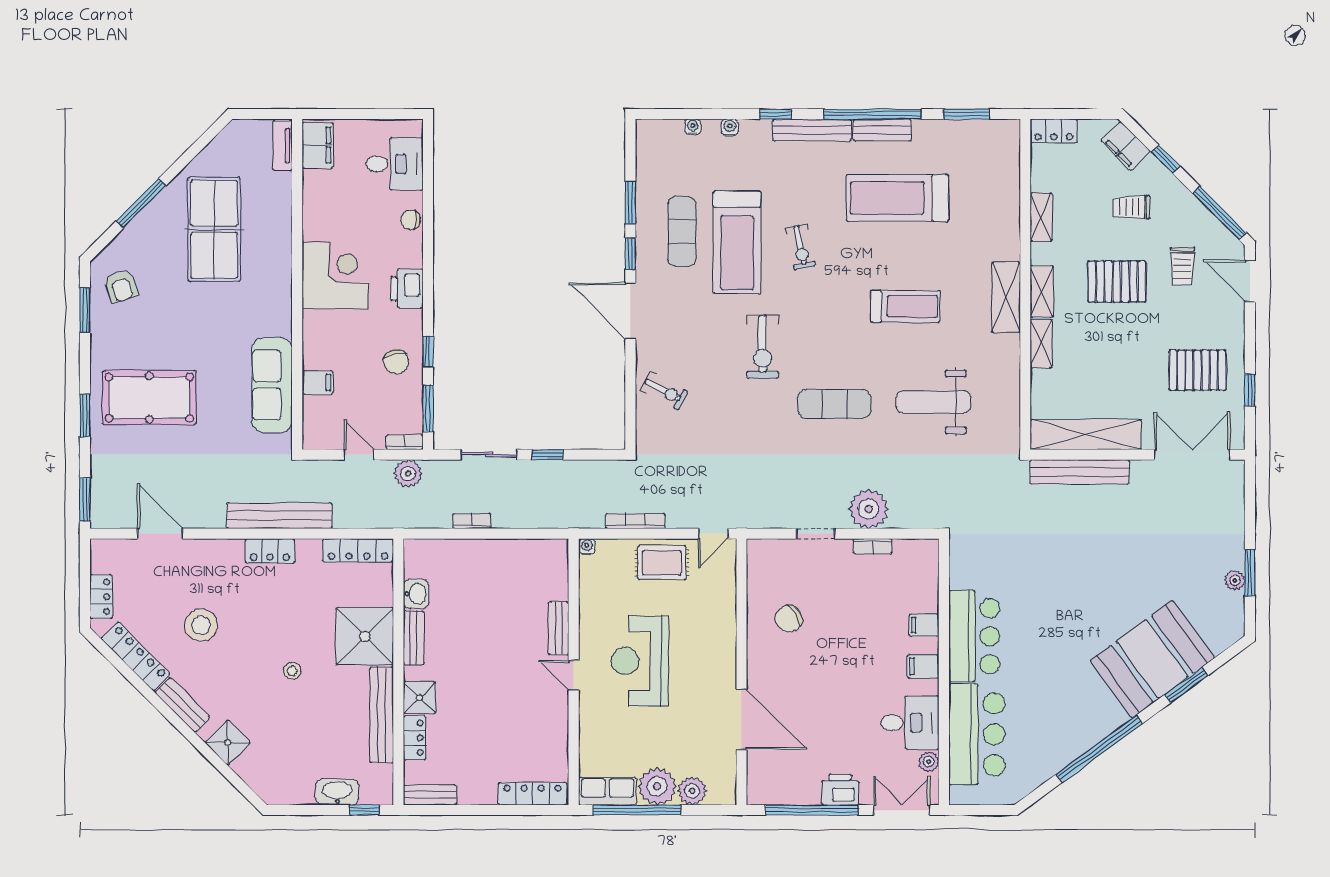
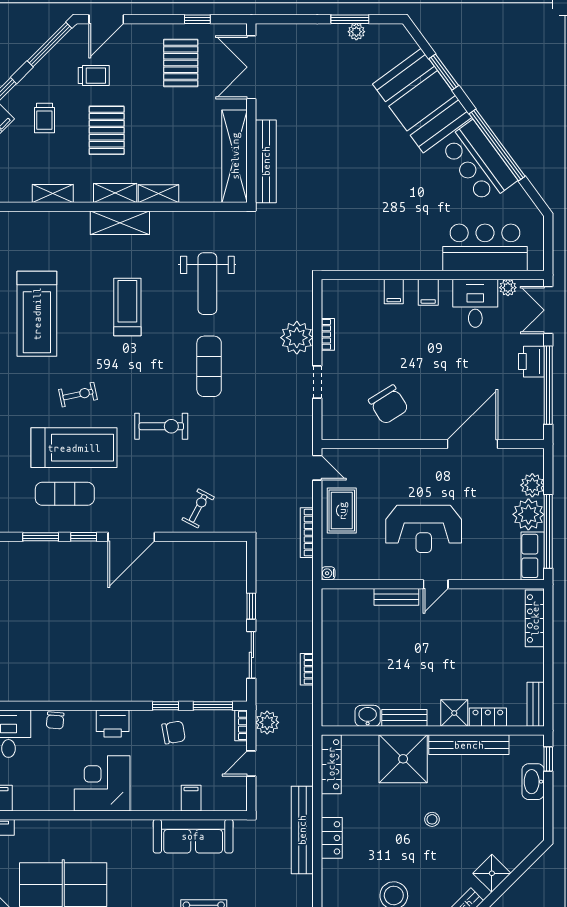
chair: (789, 619) -> (388, 405), width x1.37, depth x1.37
bar counter: (974, 636) -> (478, 162), moved, turned -126

